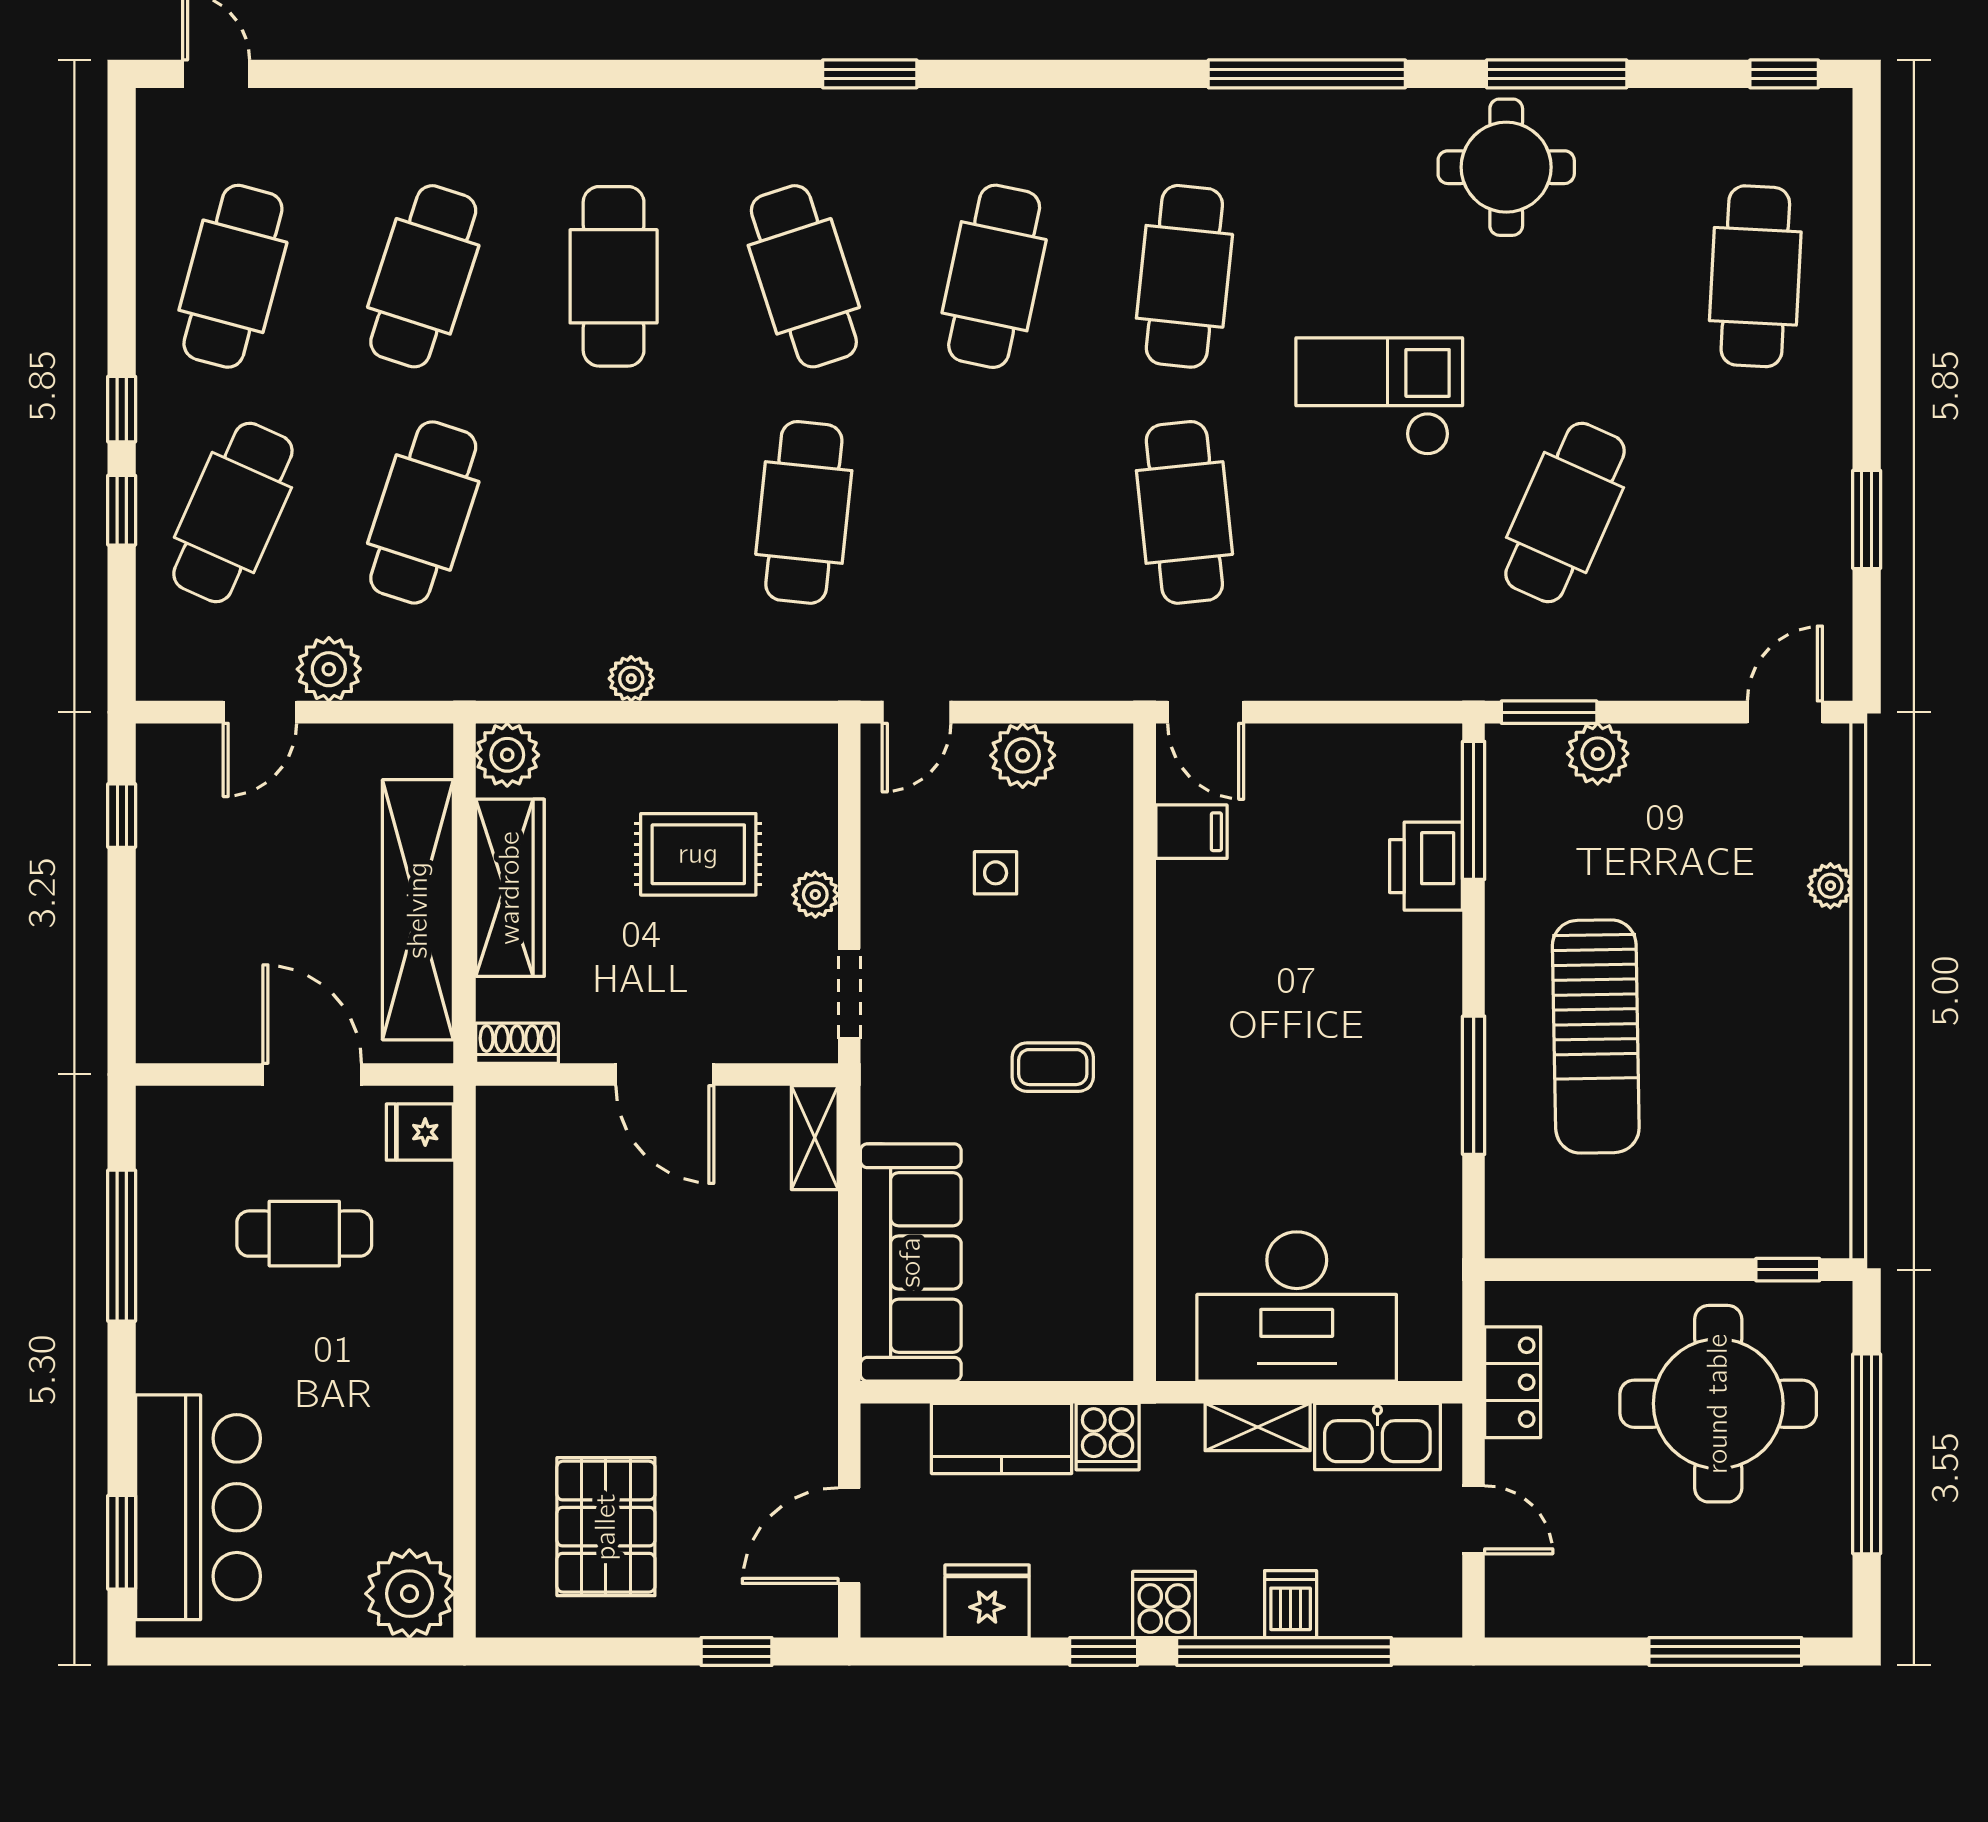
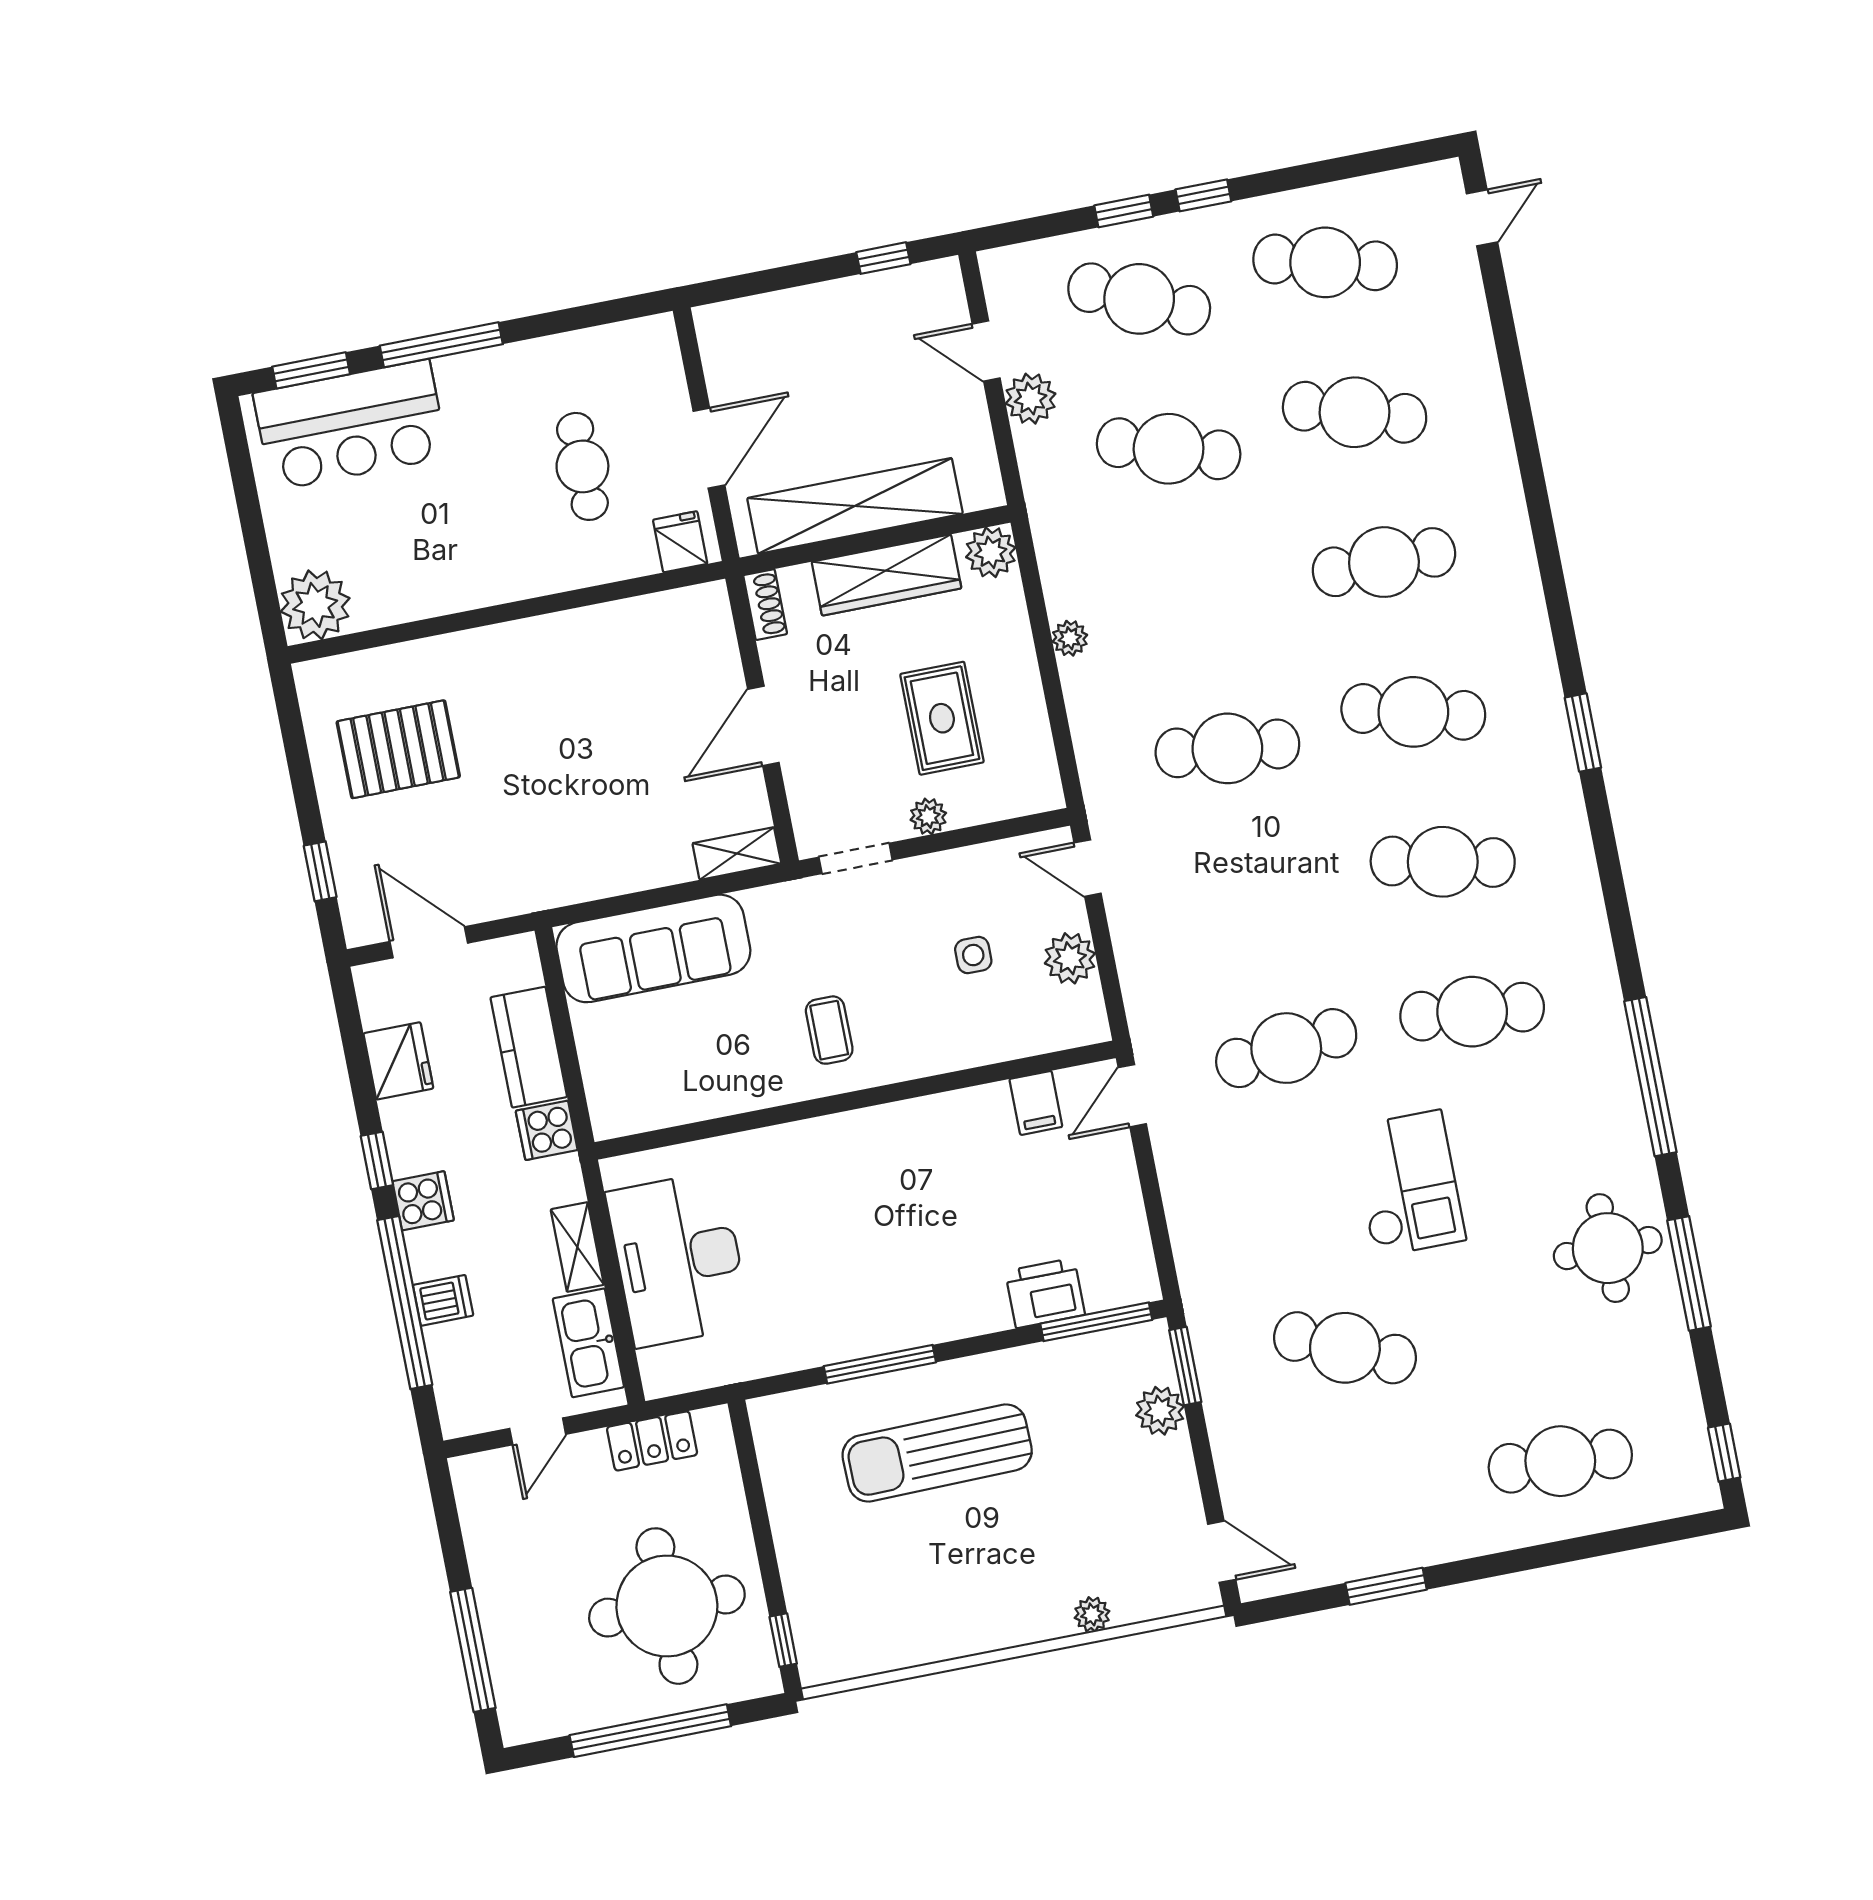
cafe table: (804, 276) -> (1413, 712), turned 33
window: (122, 1246) -> (441, 345), moved

